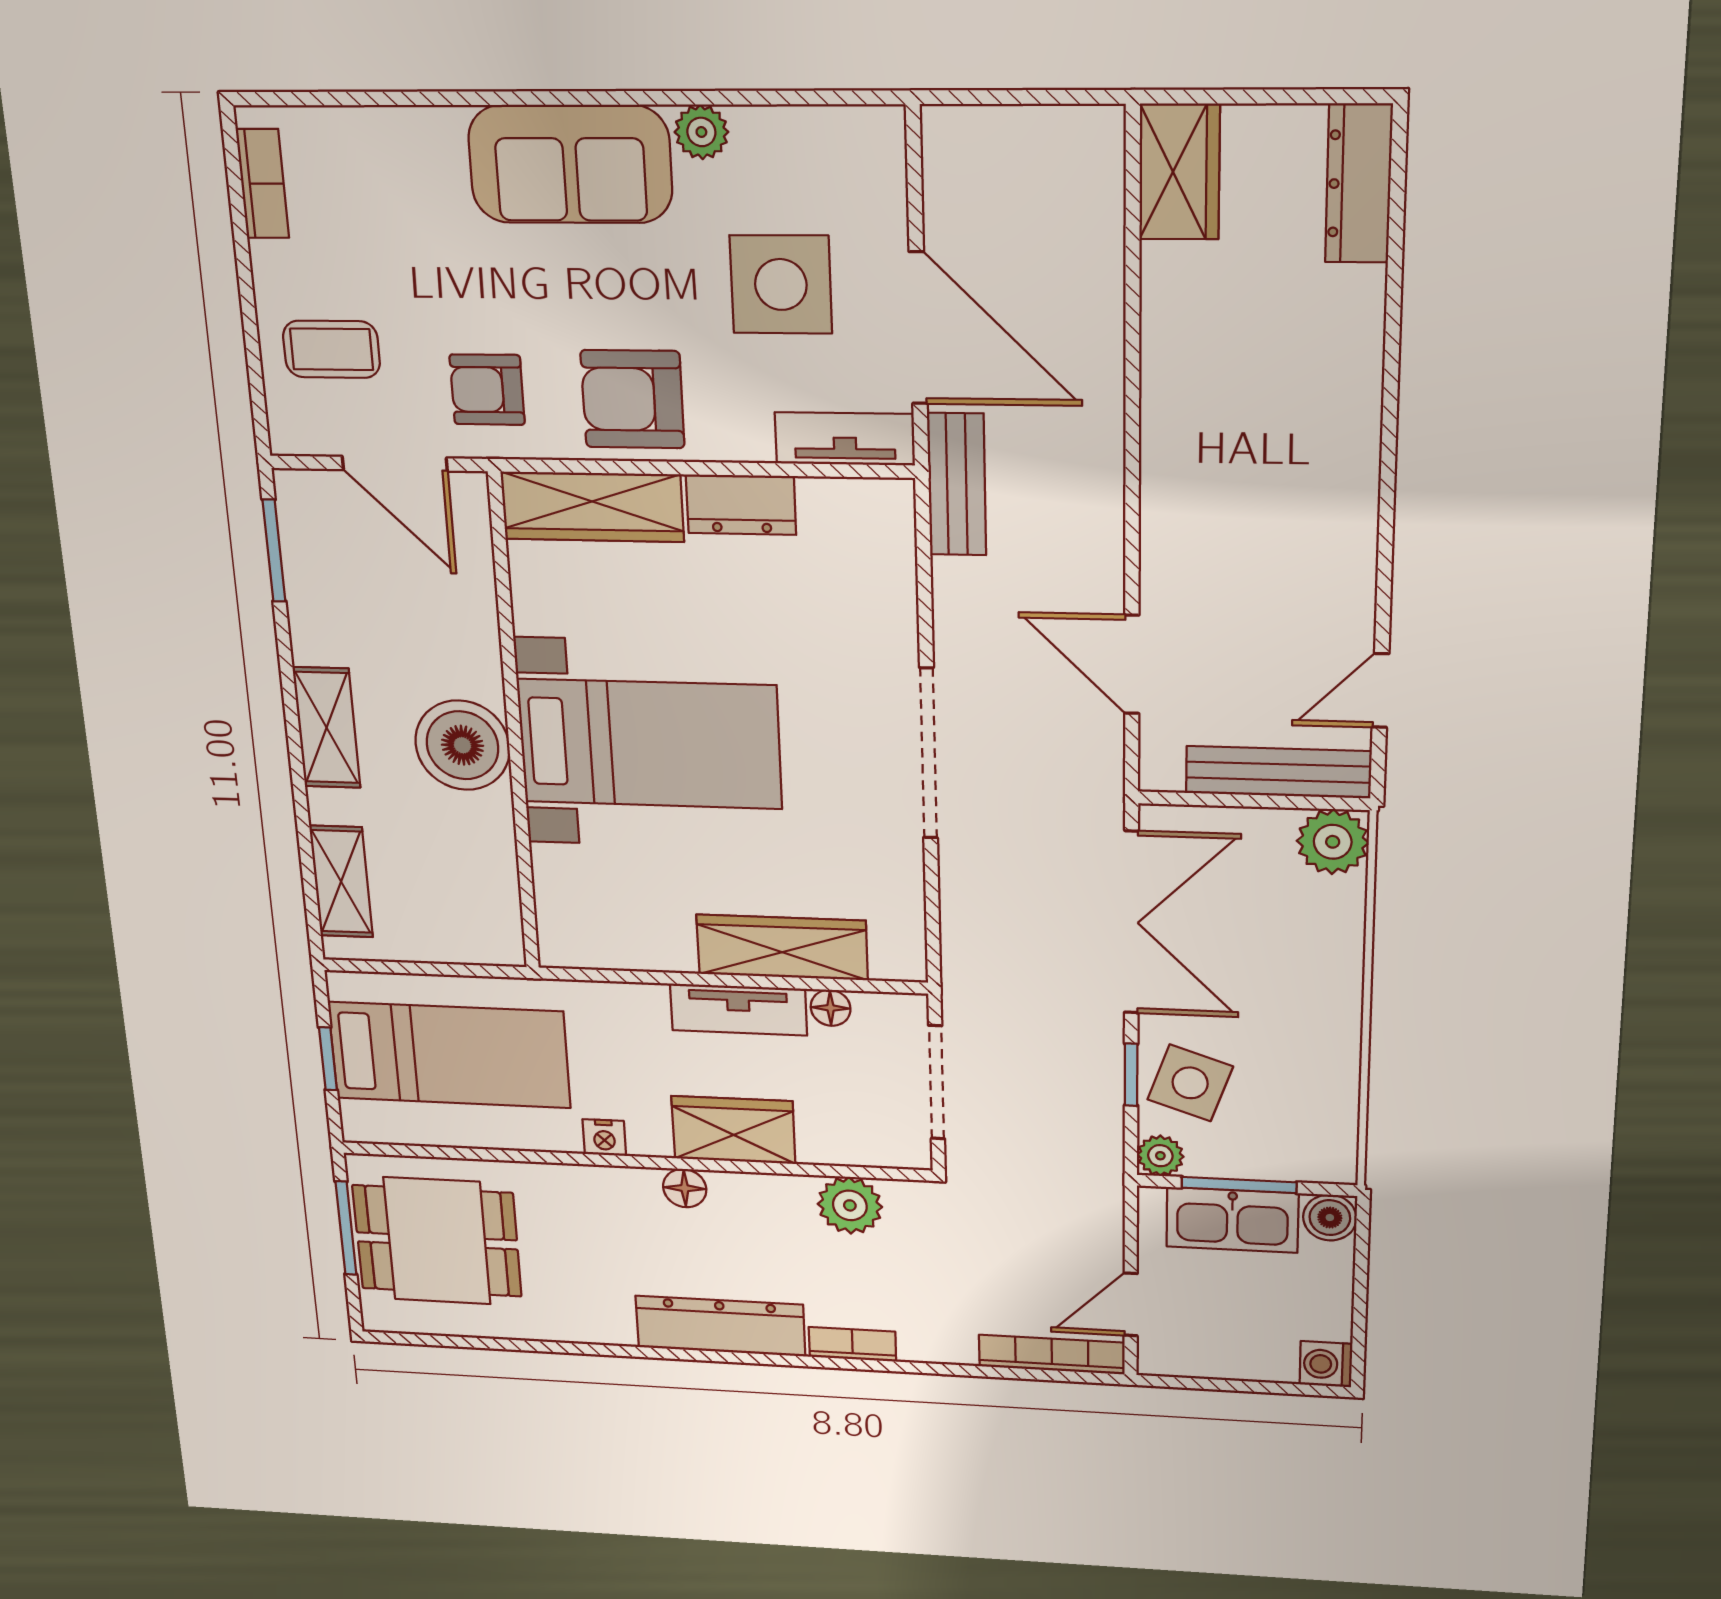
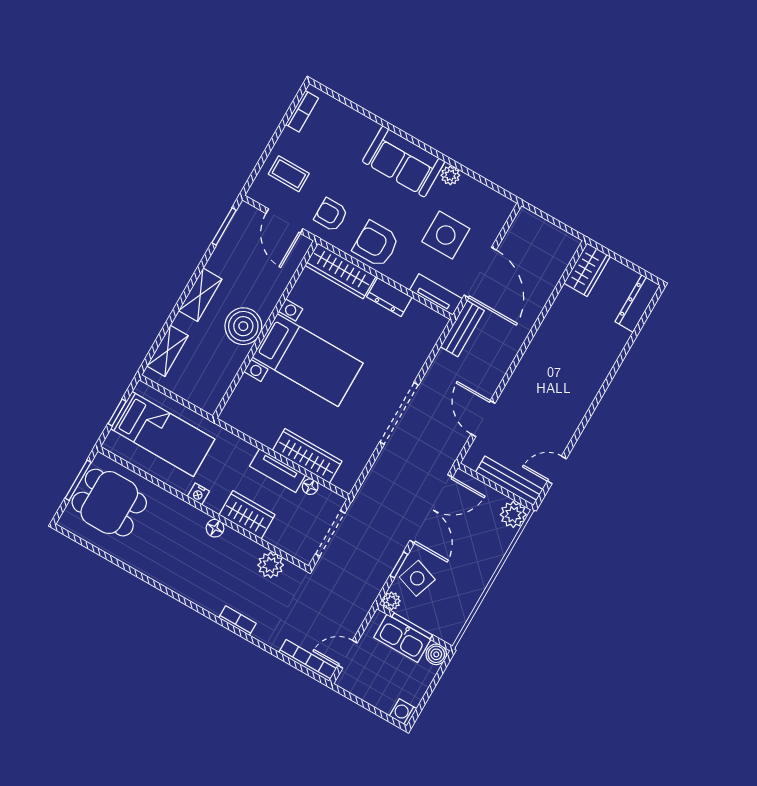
dresser: (720, 1326) -> (193, 589), removed

